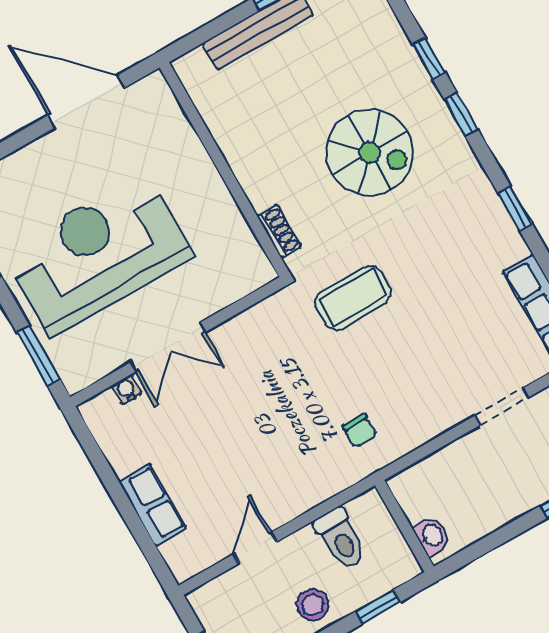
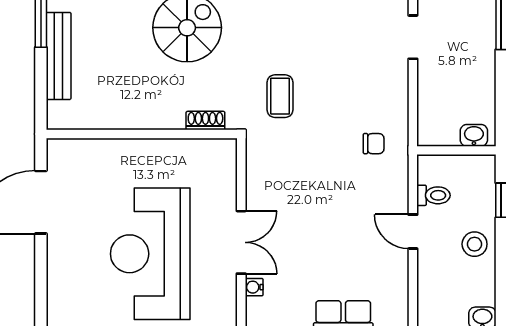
coffee table: (353, 298) -> (280, 96), width x0.73, depth x0.77
toilet: (340, 538) -> (434, 195), width x0.73, depth x0.72
door: (255, 548) -> (413, 232), moved

